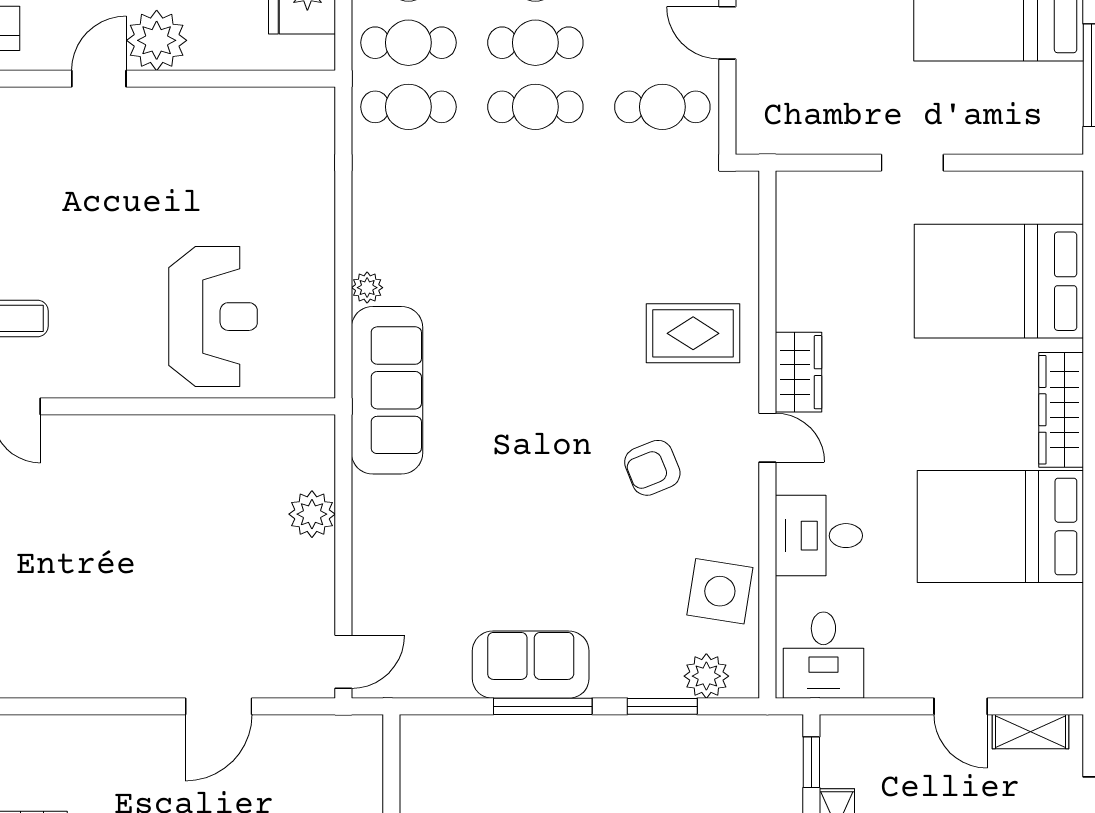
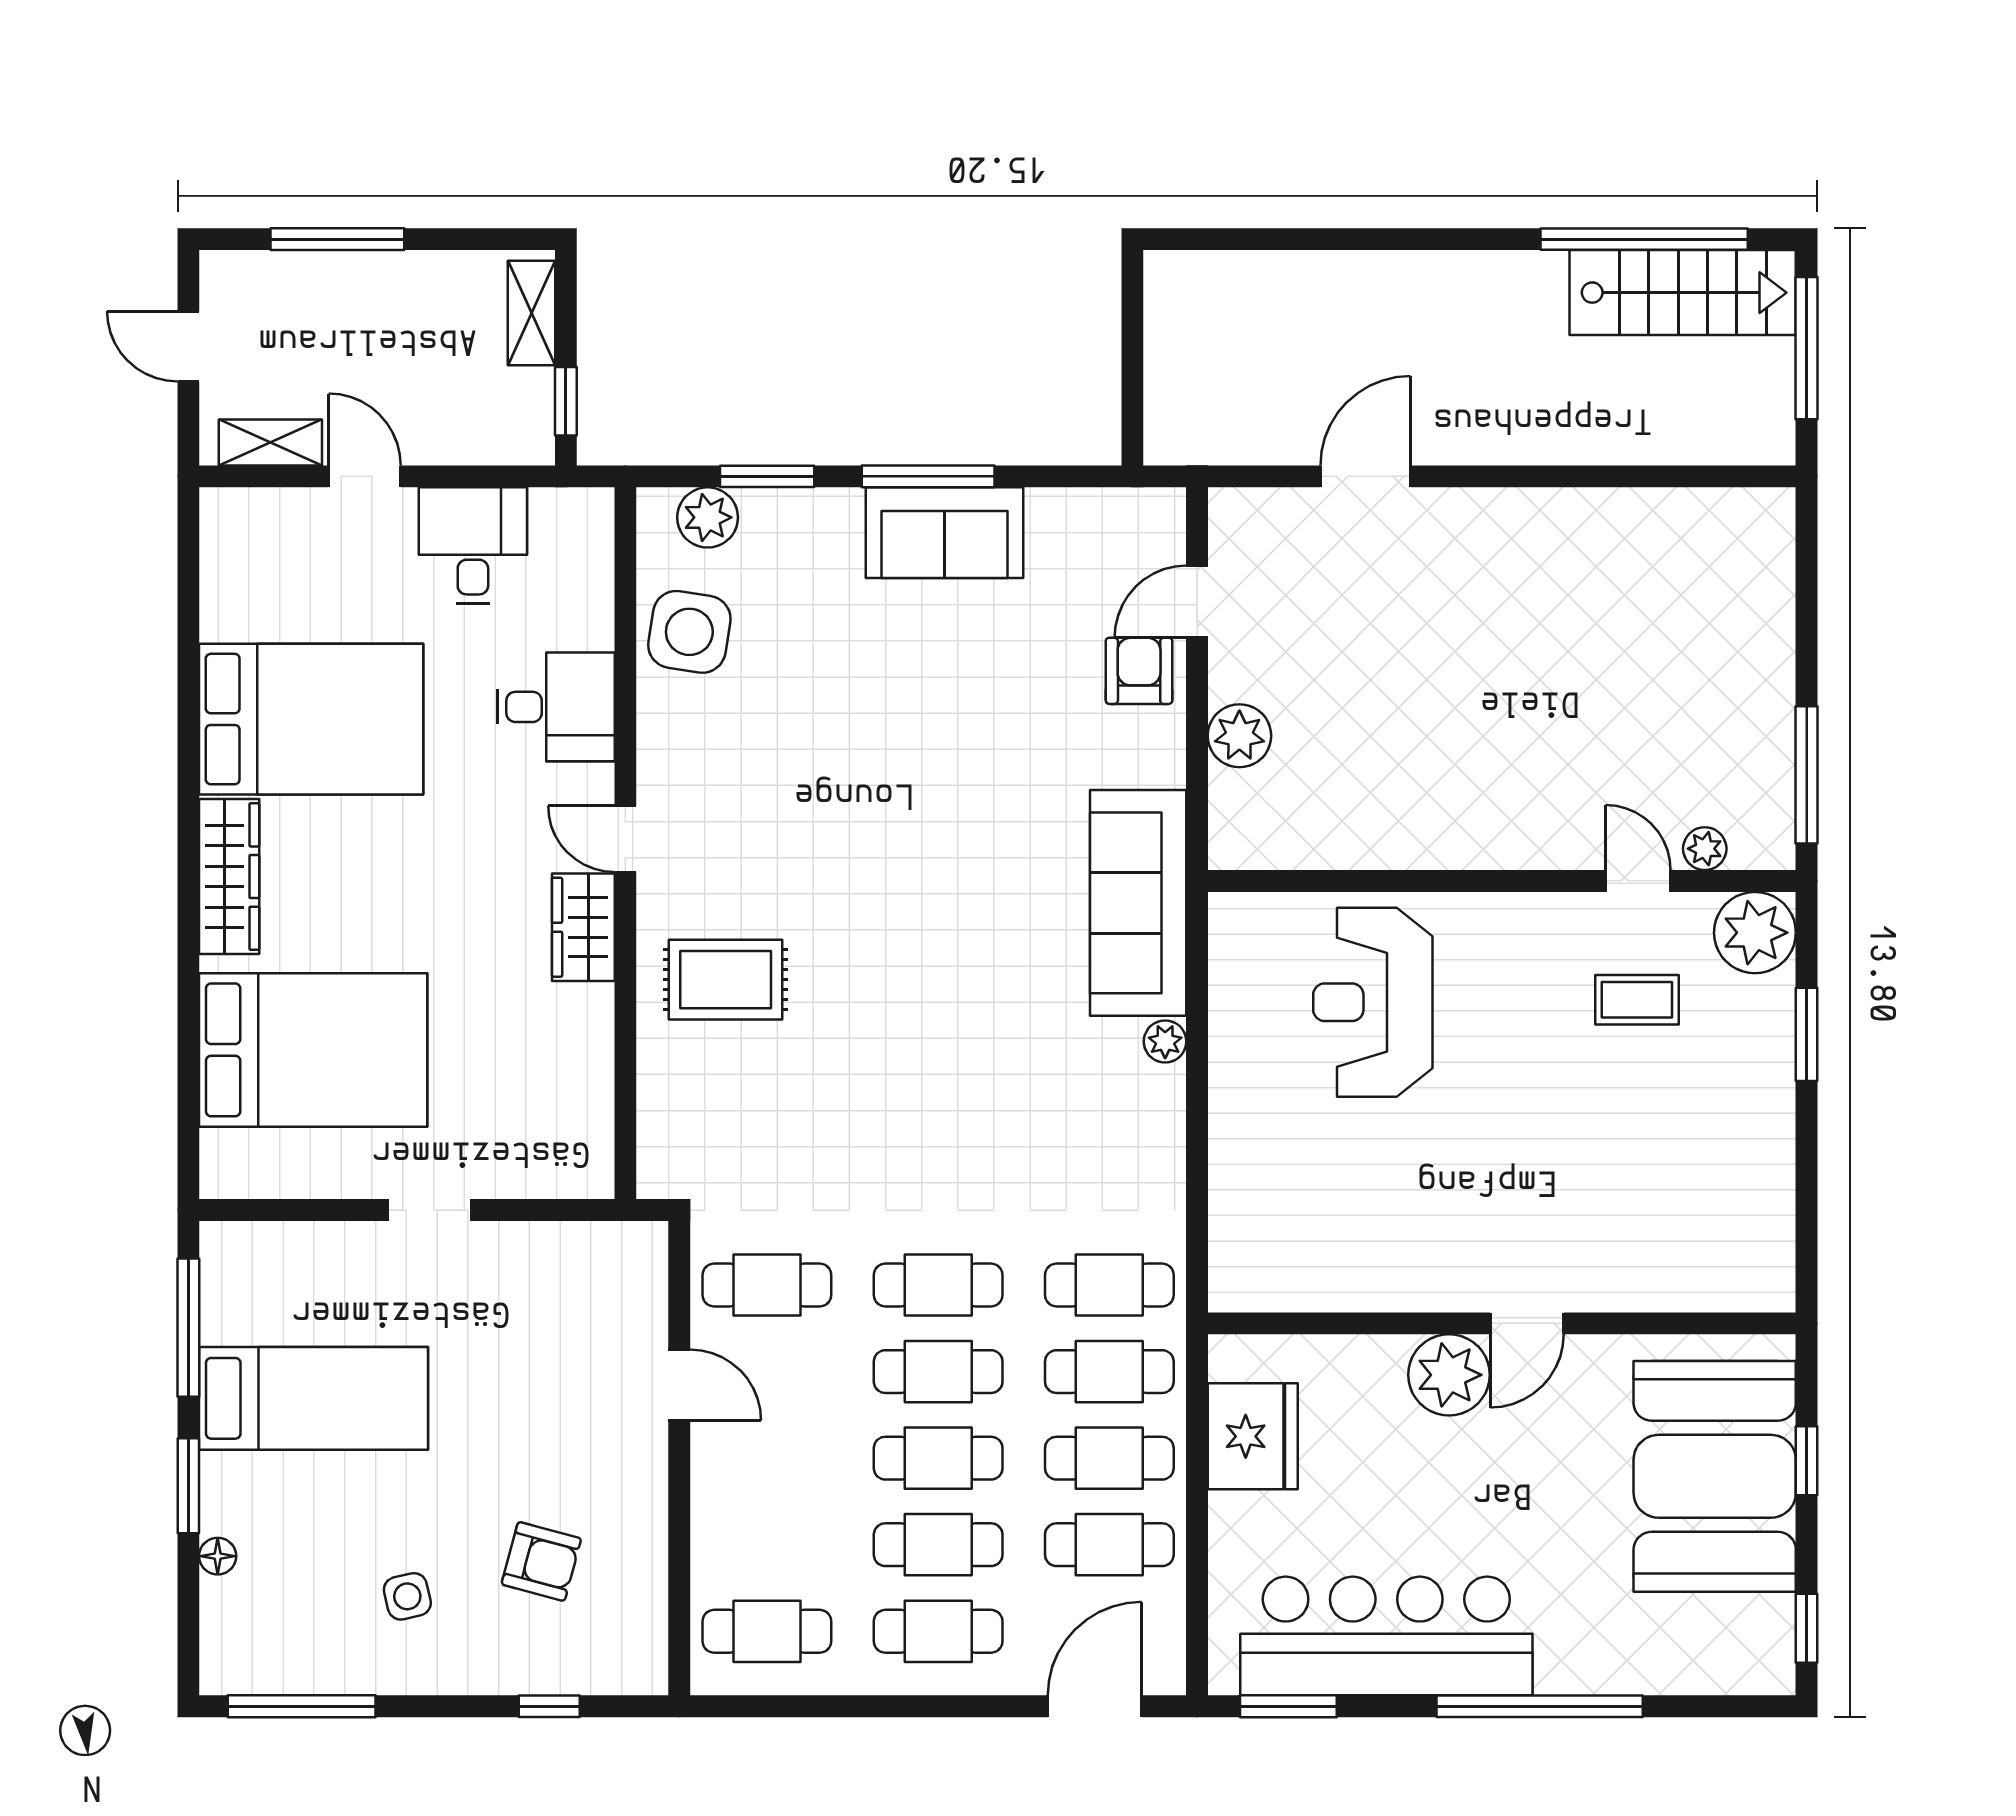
armchair: (652, 468) -> (1139, 671), moved, turned -68
desk: (823, 655) -> (473, 546), moved
door: (343, 662) -> (1197, 602), moved

